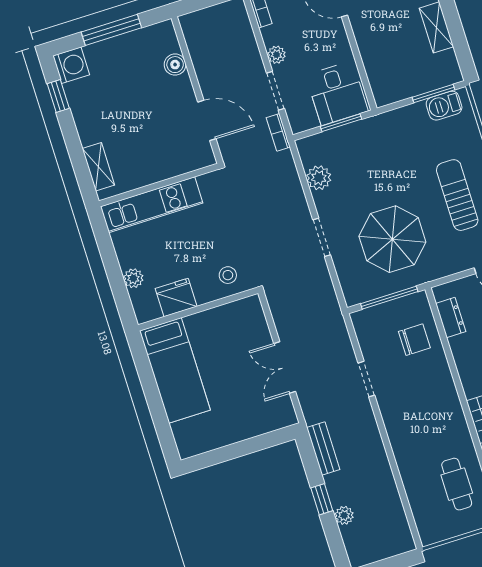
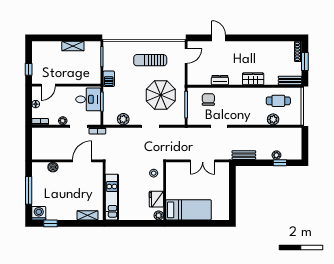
barbecue: (444, 106) -> (109, 79), moved
plant: (133, 278) -> (159, 215), moved
dresser: (451, 317) -> (220, 80), moved
plant: (415, 485) -> (273, 119), added
window: (322, 499) -> (280, 163), moved

